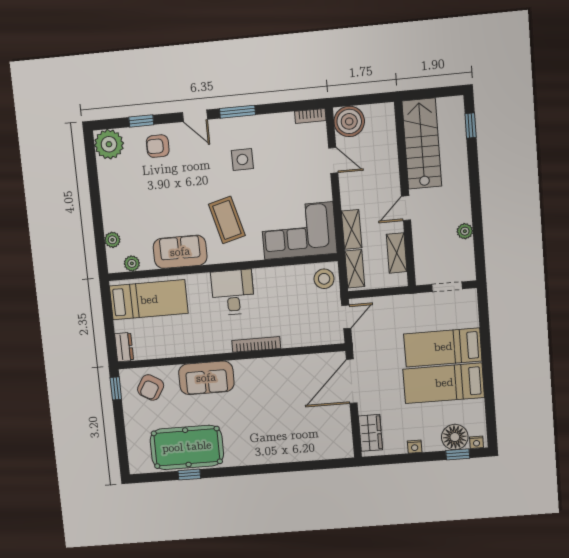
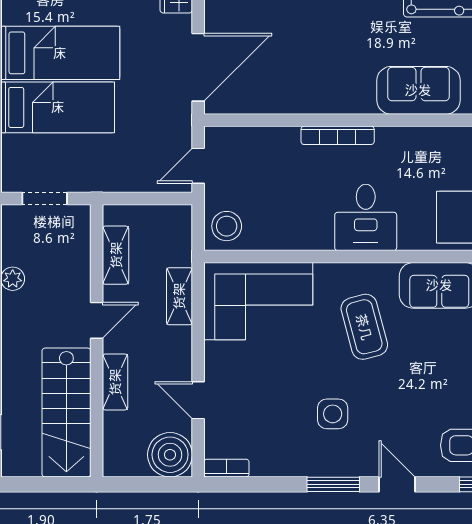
shelving: (355, 269) -> (115, 382), moved

